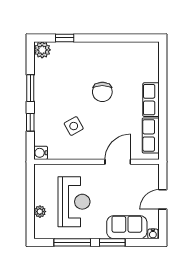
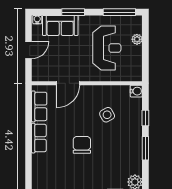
reception desk: (74, 202) -> (107, 48), turned 180
window: (72, 242) -> (119, 12), moved

